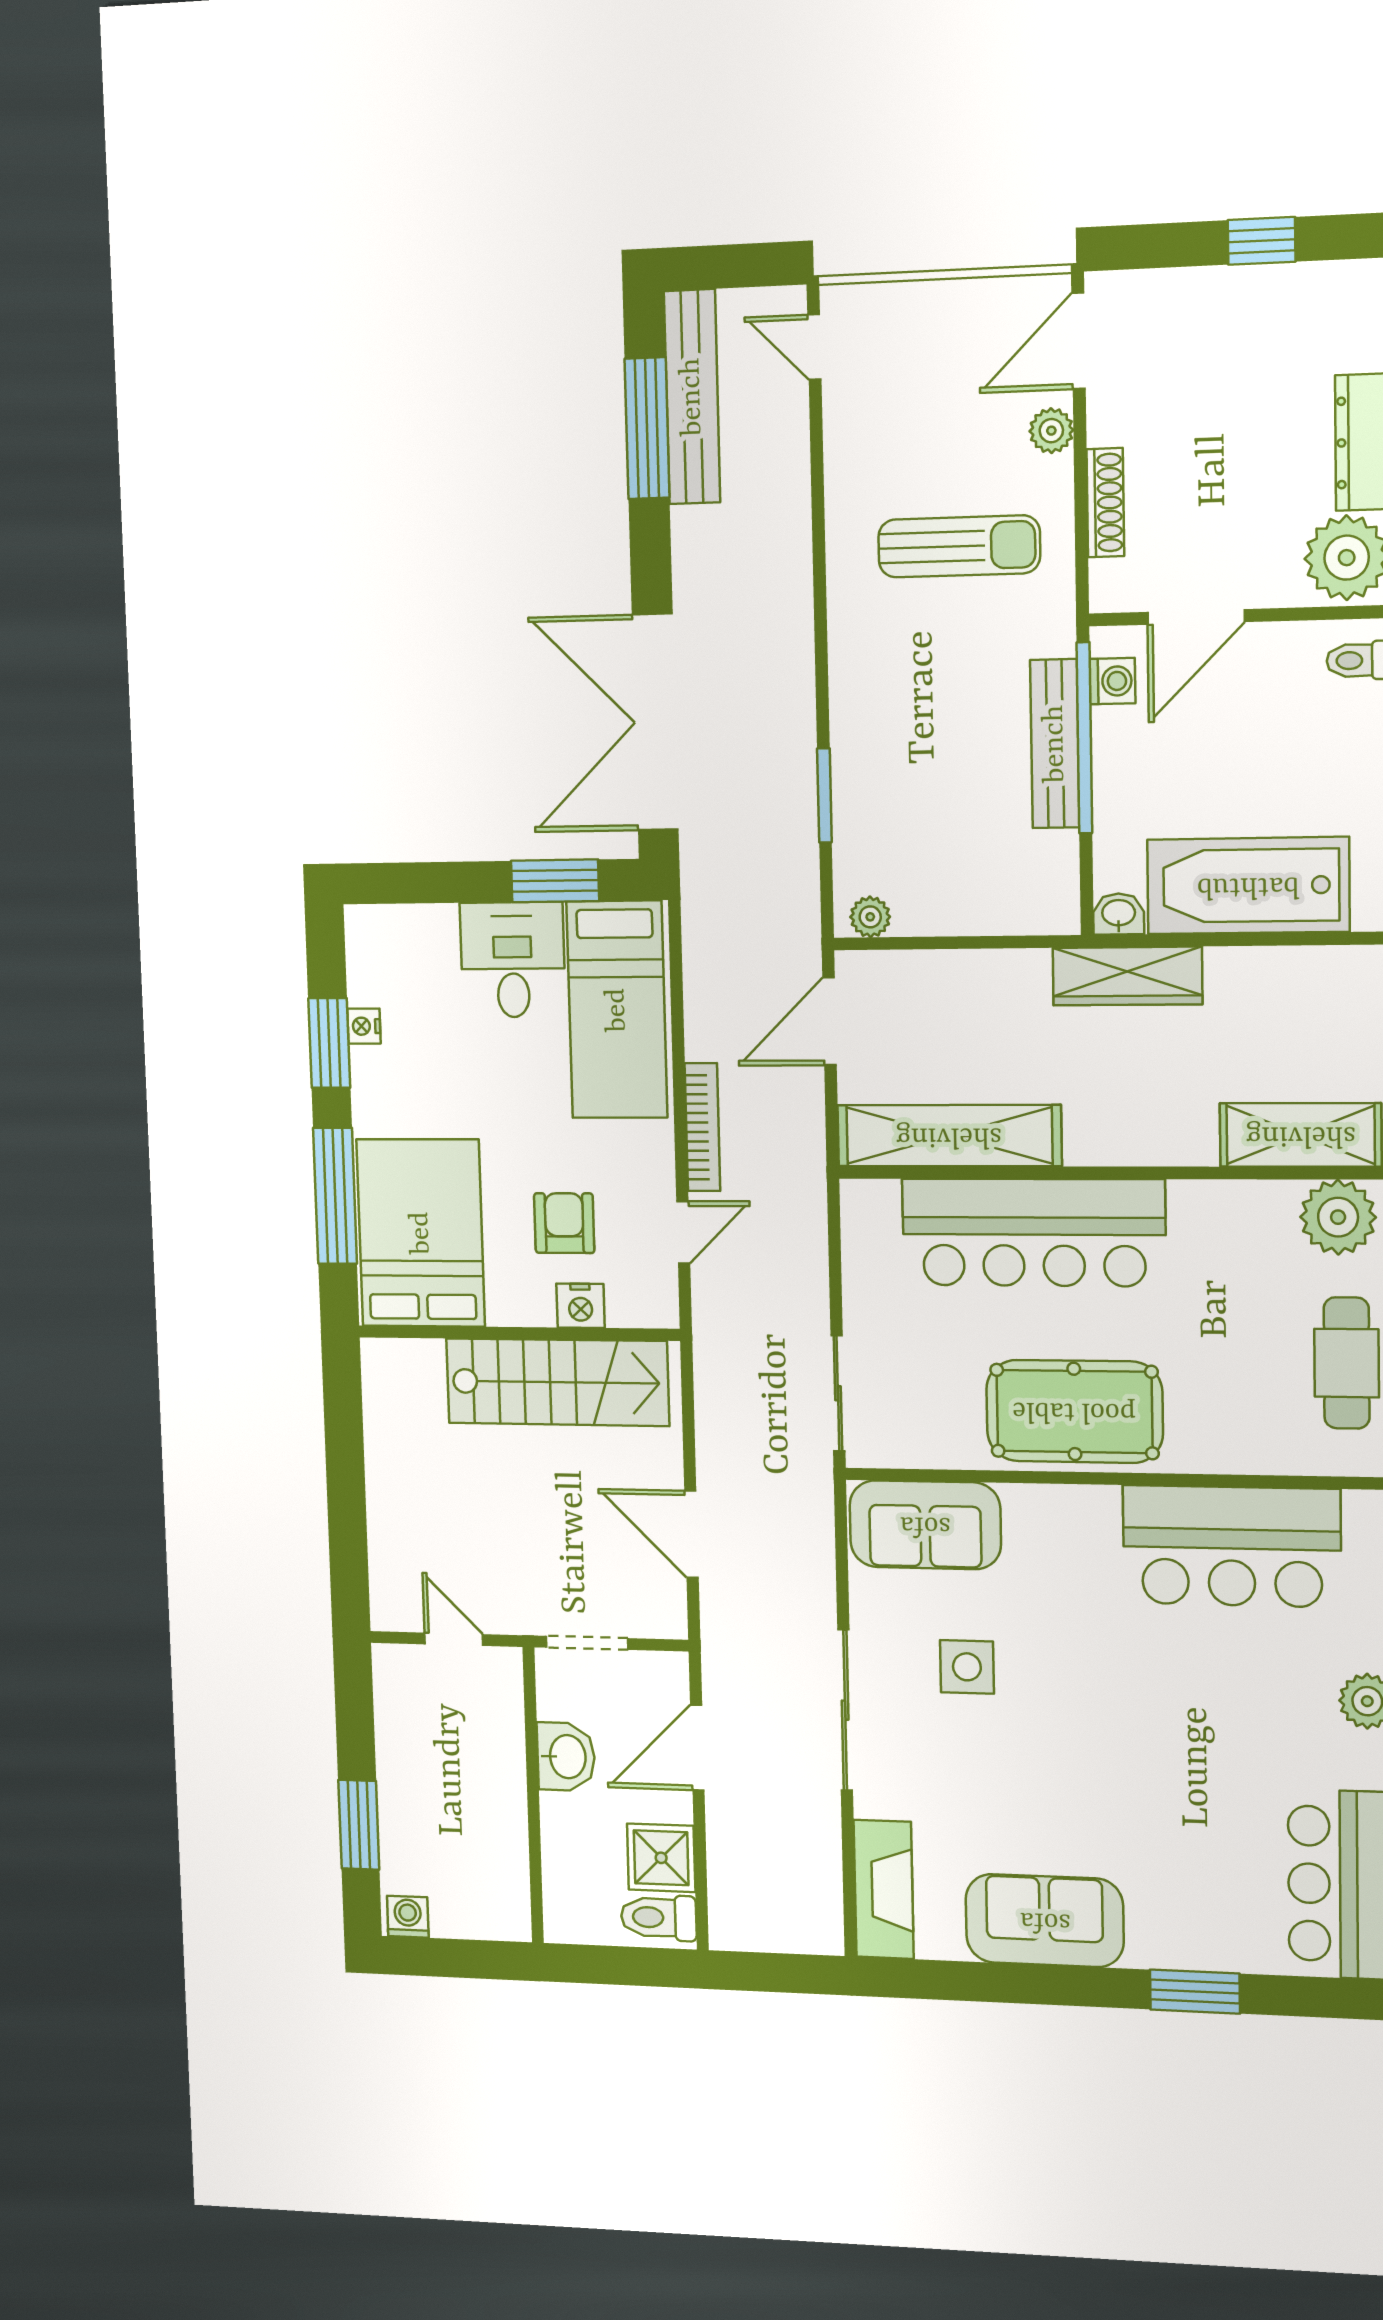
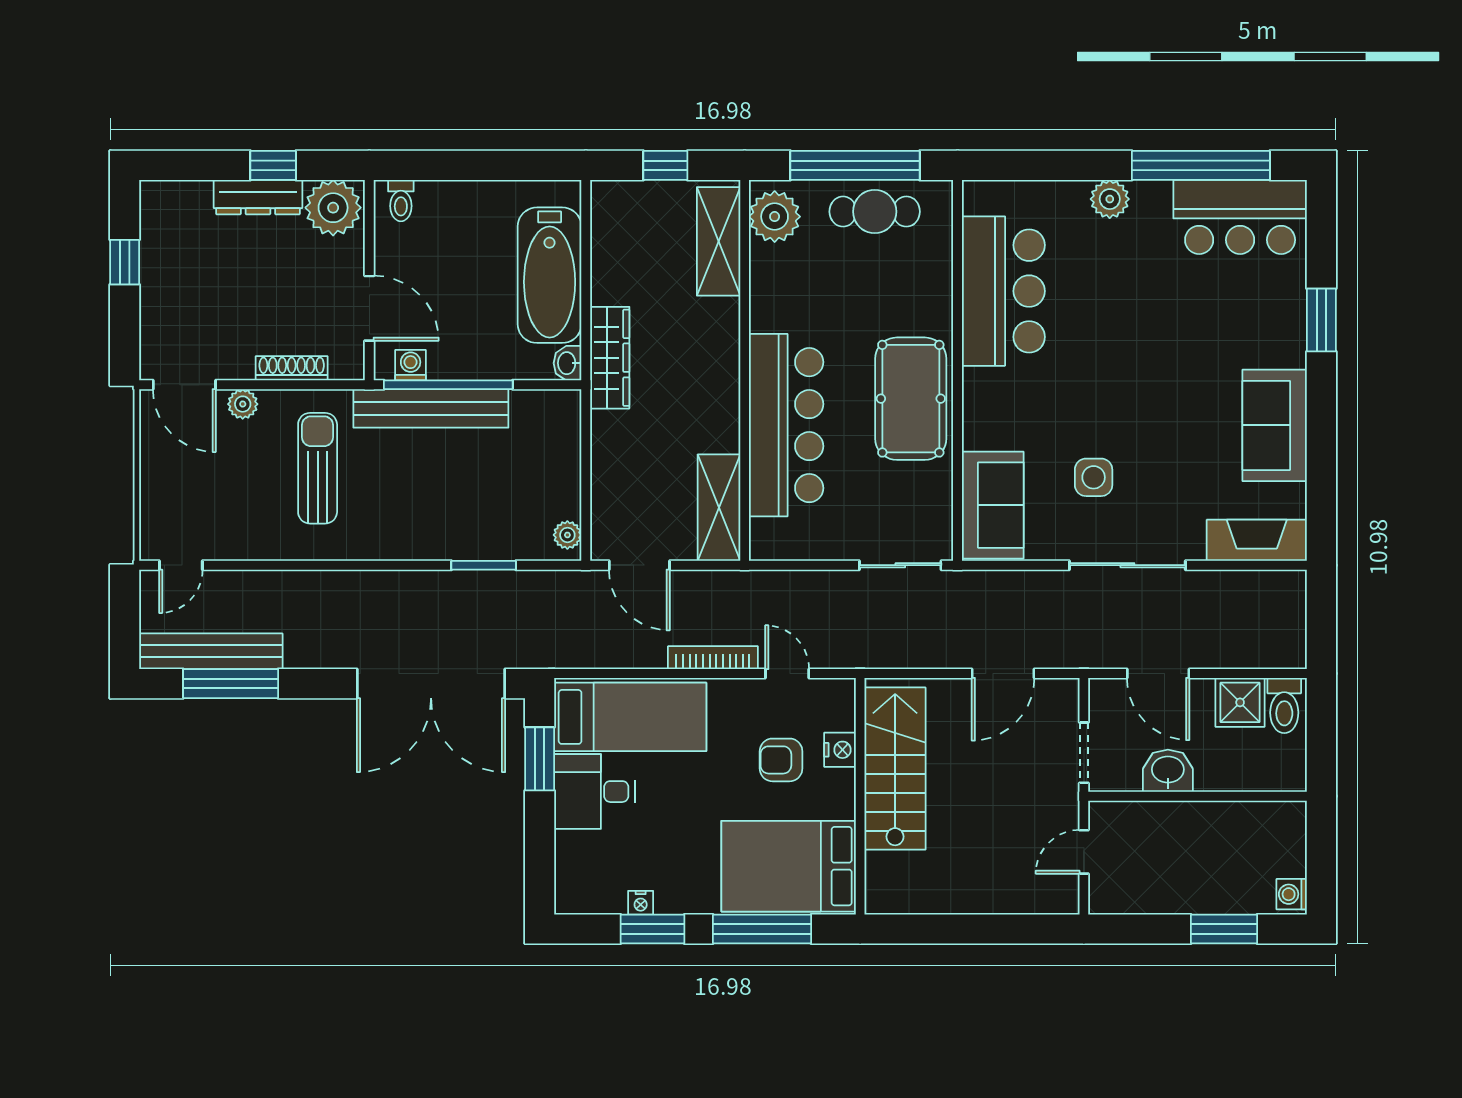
bench: (1055, 744) -> (431, 408), width x1.37, depth x1.21
shelving: (949, 1136) -> (719, 508), width x0.68

